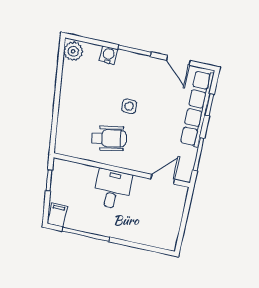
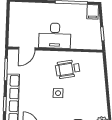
desk: (112, 189) -> (55, 36), width x1.37

